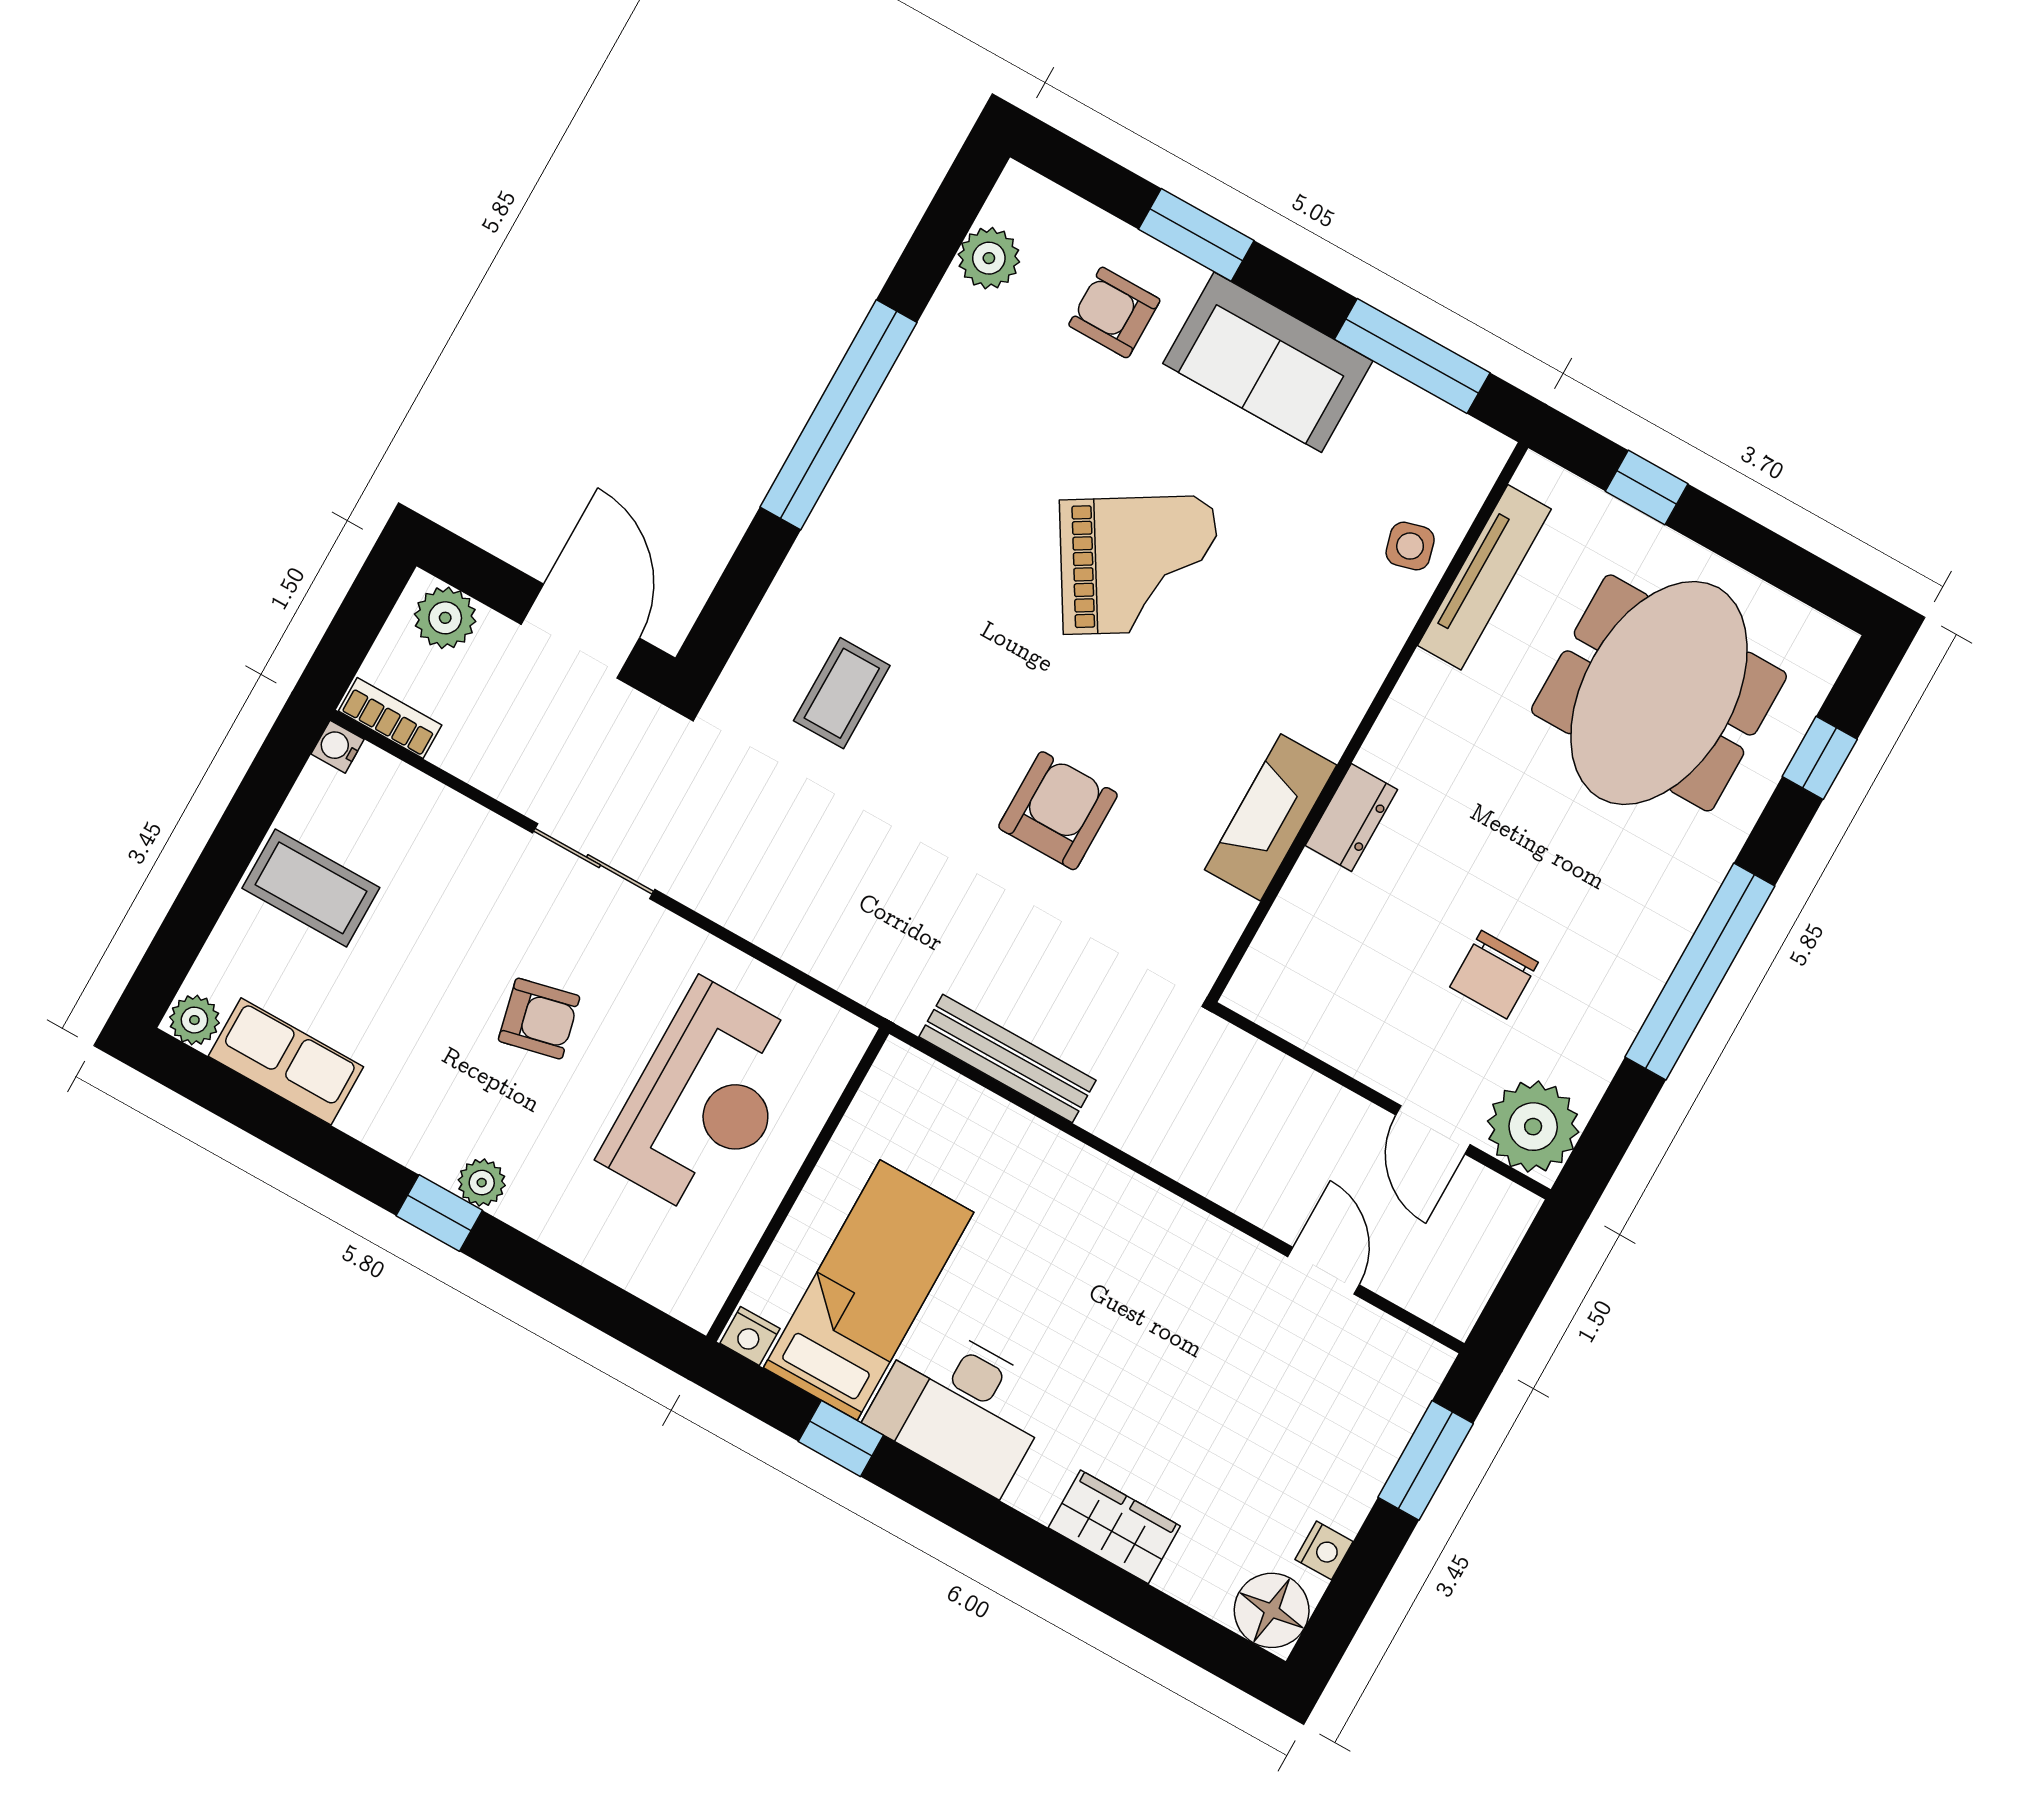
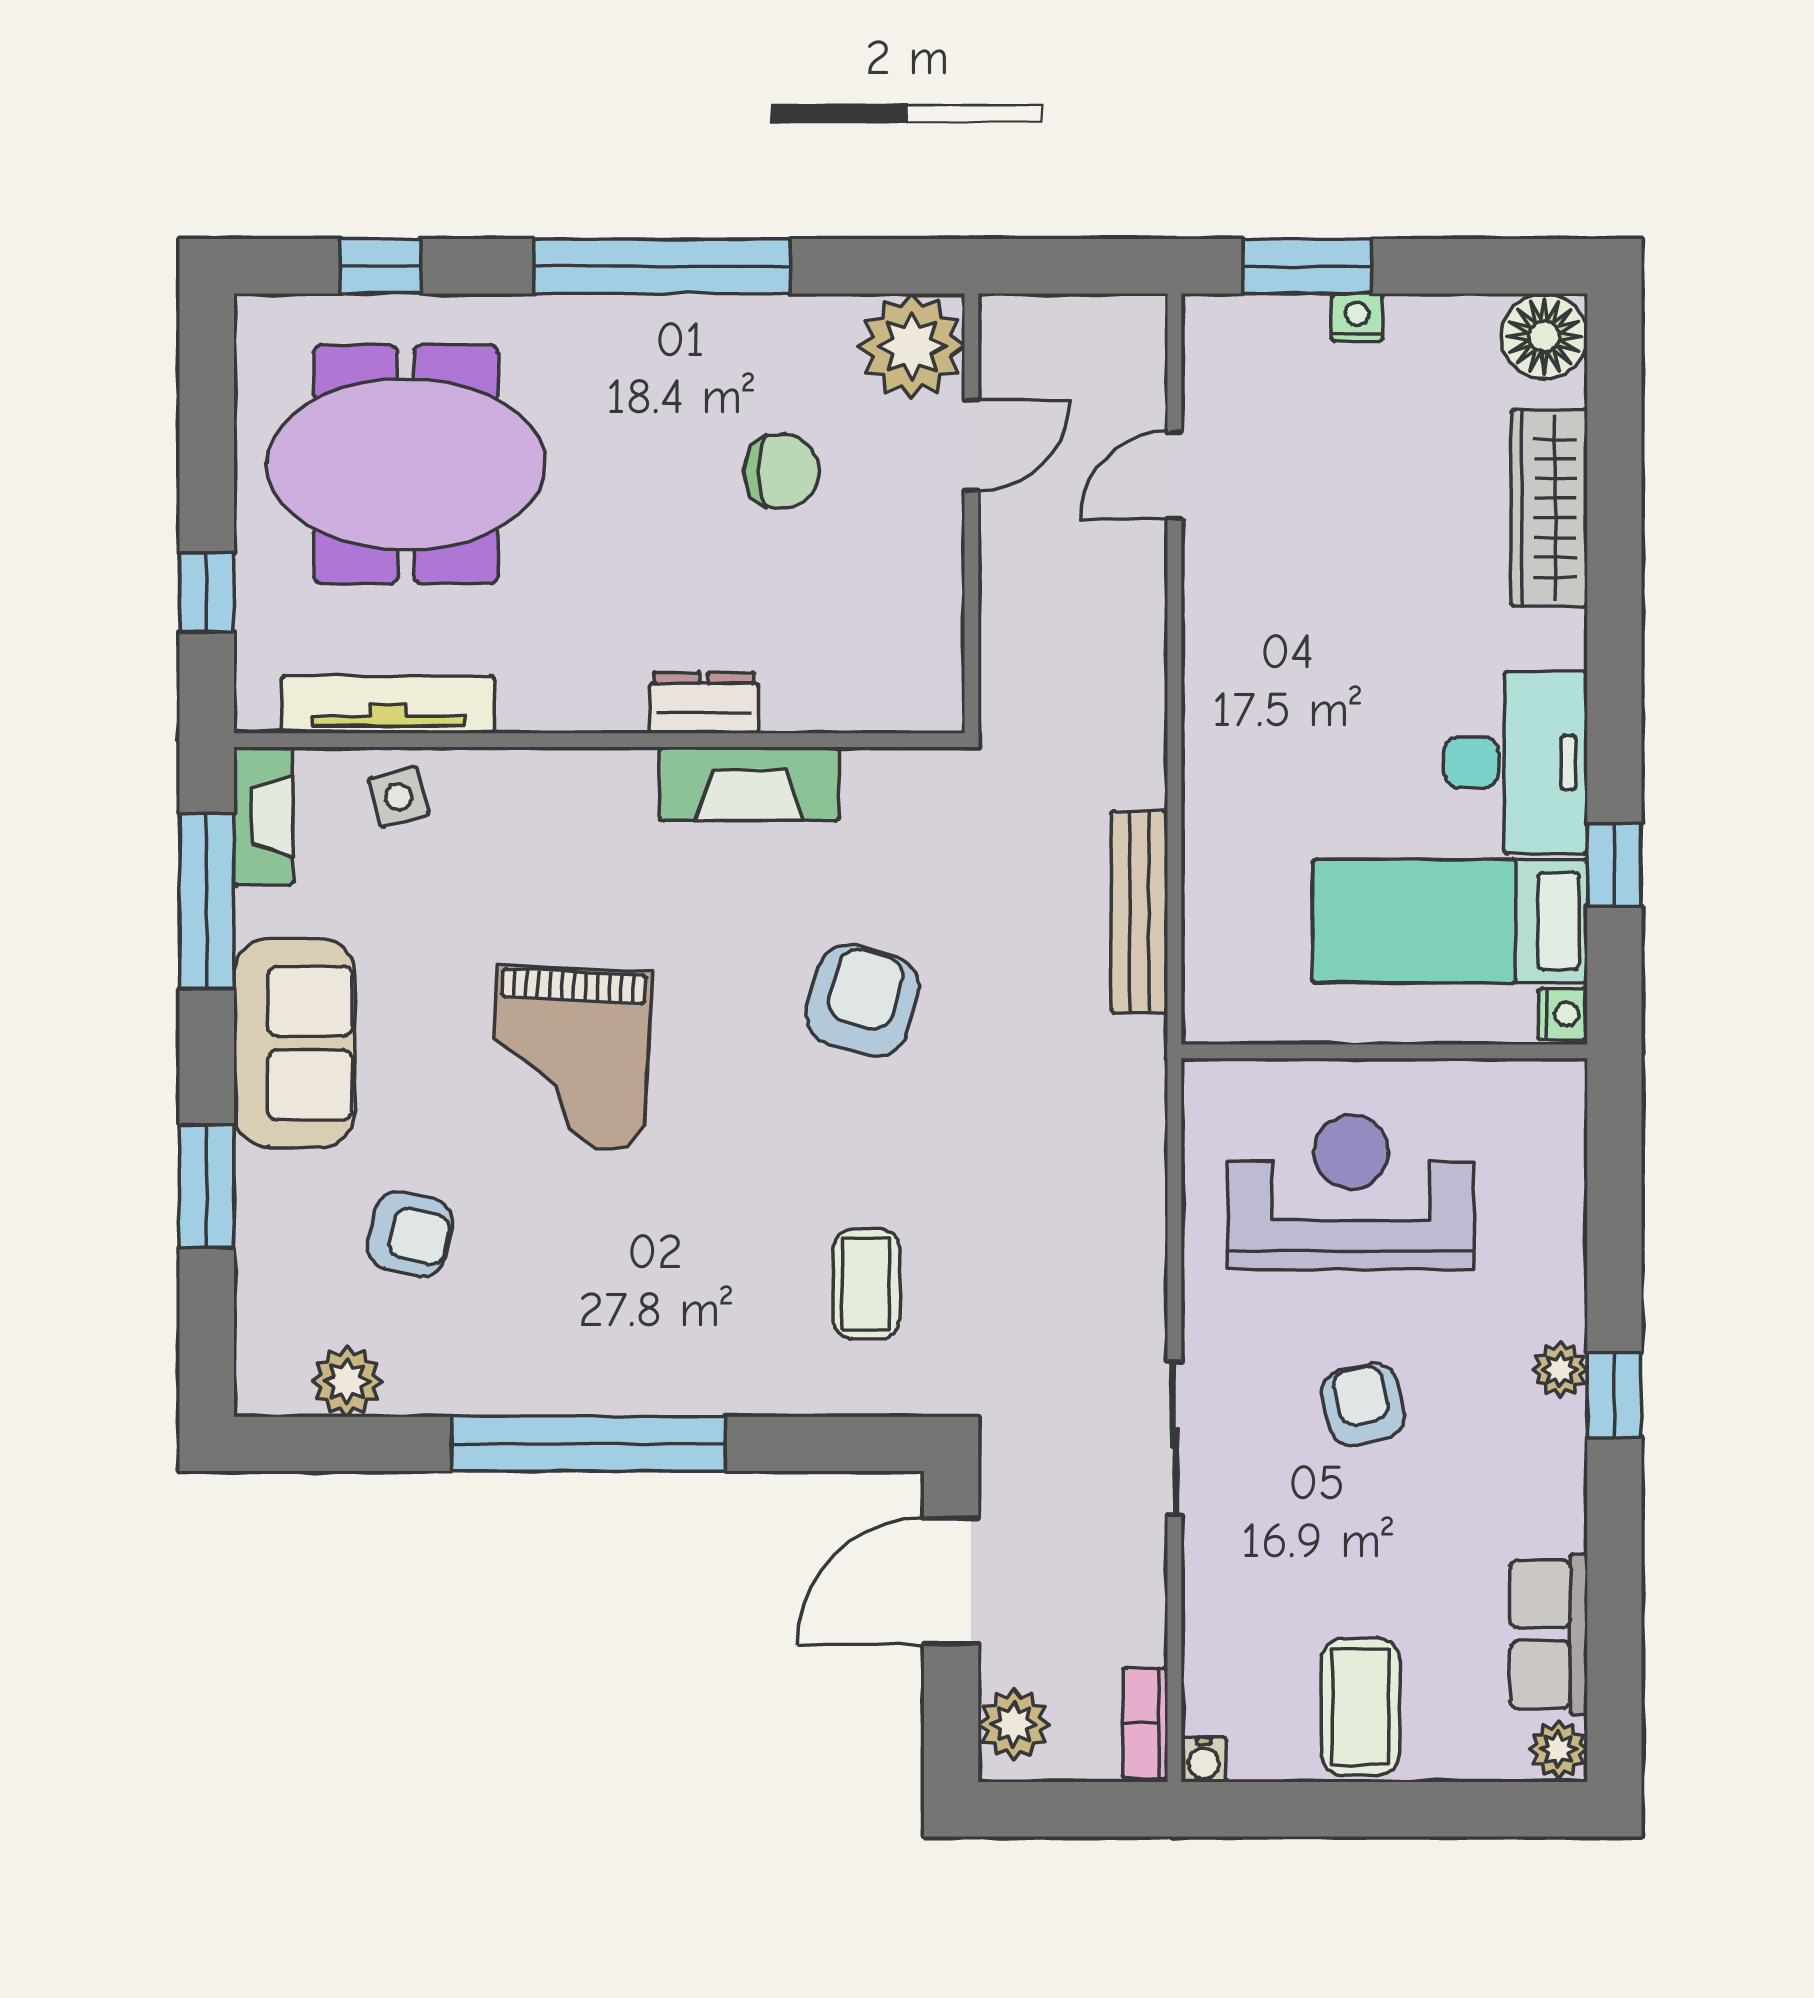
armchair: (1114, 312) -> (410, 1234), moved, turned -77
fireplace: (1453, 435) -> (263, 816), added
grand piano: (1139, 565) -> (570, 1058), turned -146
coffee table: (842, 693) -> (866, 1284), turned 90
armchair: (1058, 811) -> (862, 1001), turned 106
wardrobe: (1114, 1527) -> (1549, 508), width x1.50
nightstand: (1324, 1550) -> (1357, 317), moved

